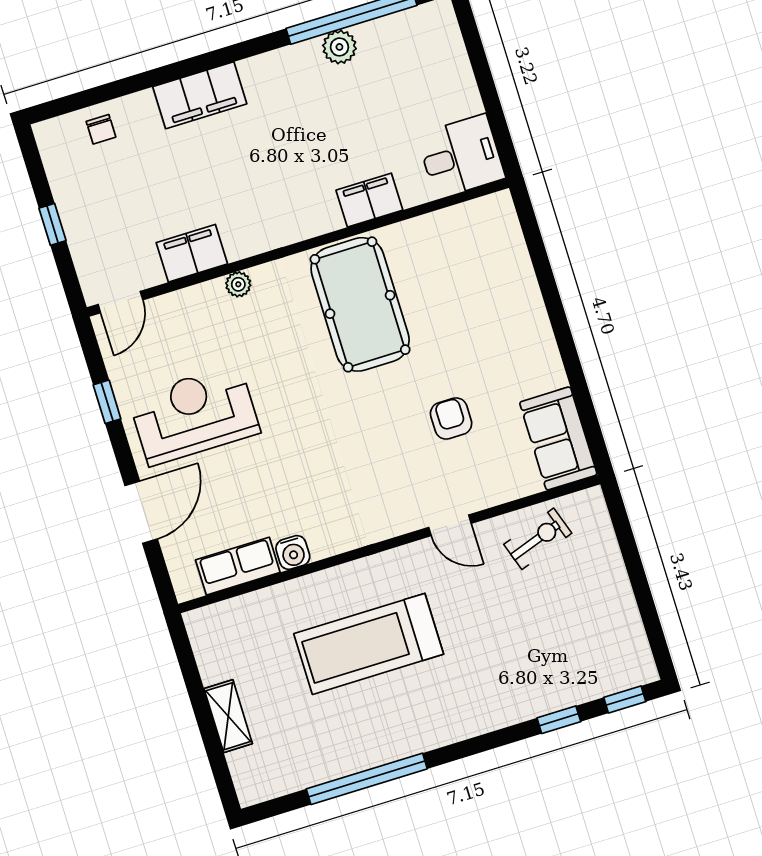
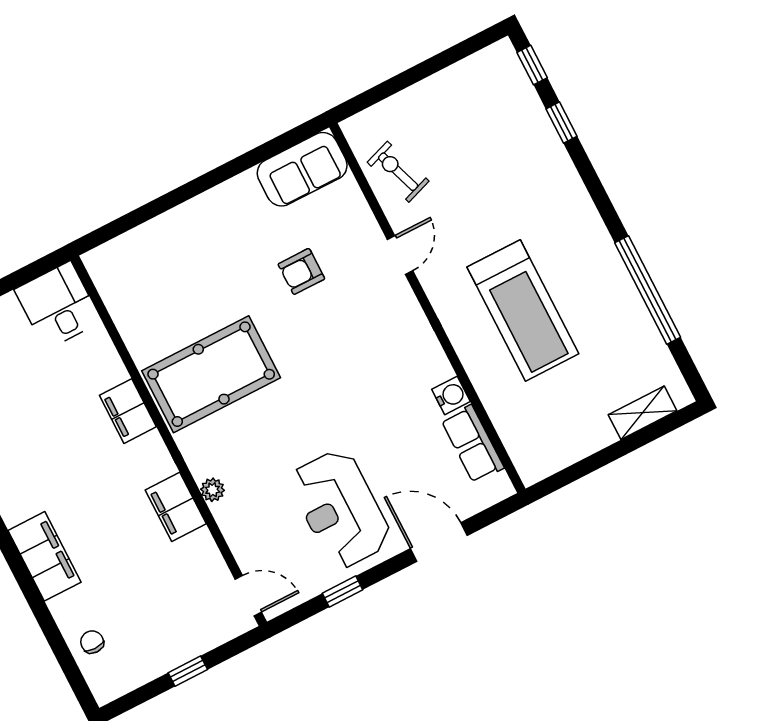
chair: (101, 129) -> (92, 642), turned -90
filing cabinet: (369, 200) -> (128, 411), moved
filing cabinet: (192, 253) -> (176, 507), moved
shelving: (228, 716) -> (643, 413), moved

